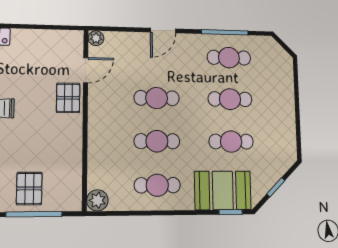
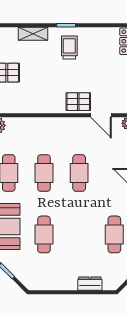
dresser: (286, 87) -> (90, 284), added
cafe table: (230, 99) -> (79, 234), removed

